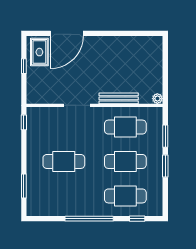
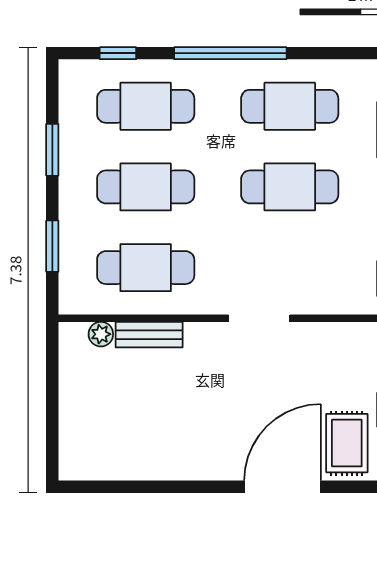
bench: (119, 98) -> (149, 335), width x0.73
plant: (157, 99) -> (101, 334), moved
window: (165, 166) -> (52, 150), moved
cafe table: (64, 196) -> (290, 106), added

